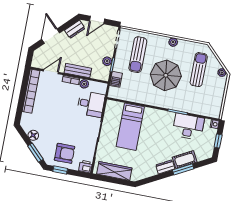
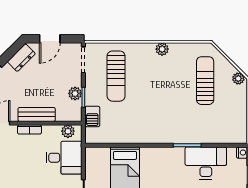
parasol: (166, 75) -> (161, 97), removed
plant: (84, 84) -> (68, 131), moved

